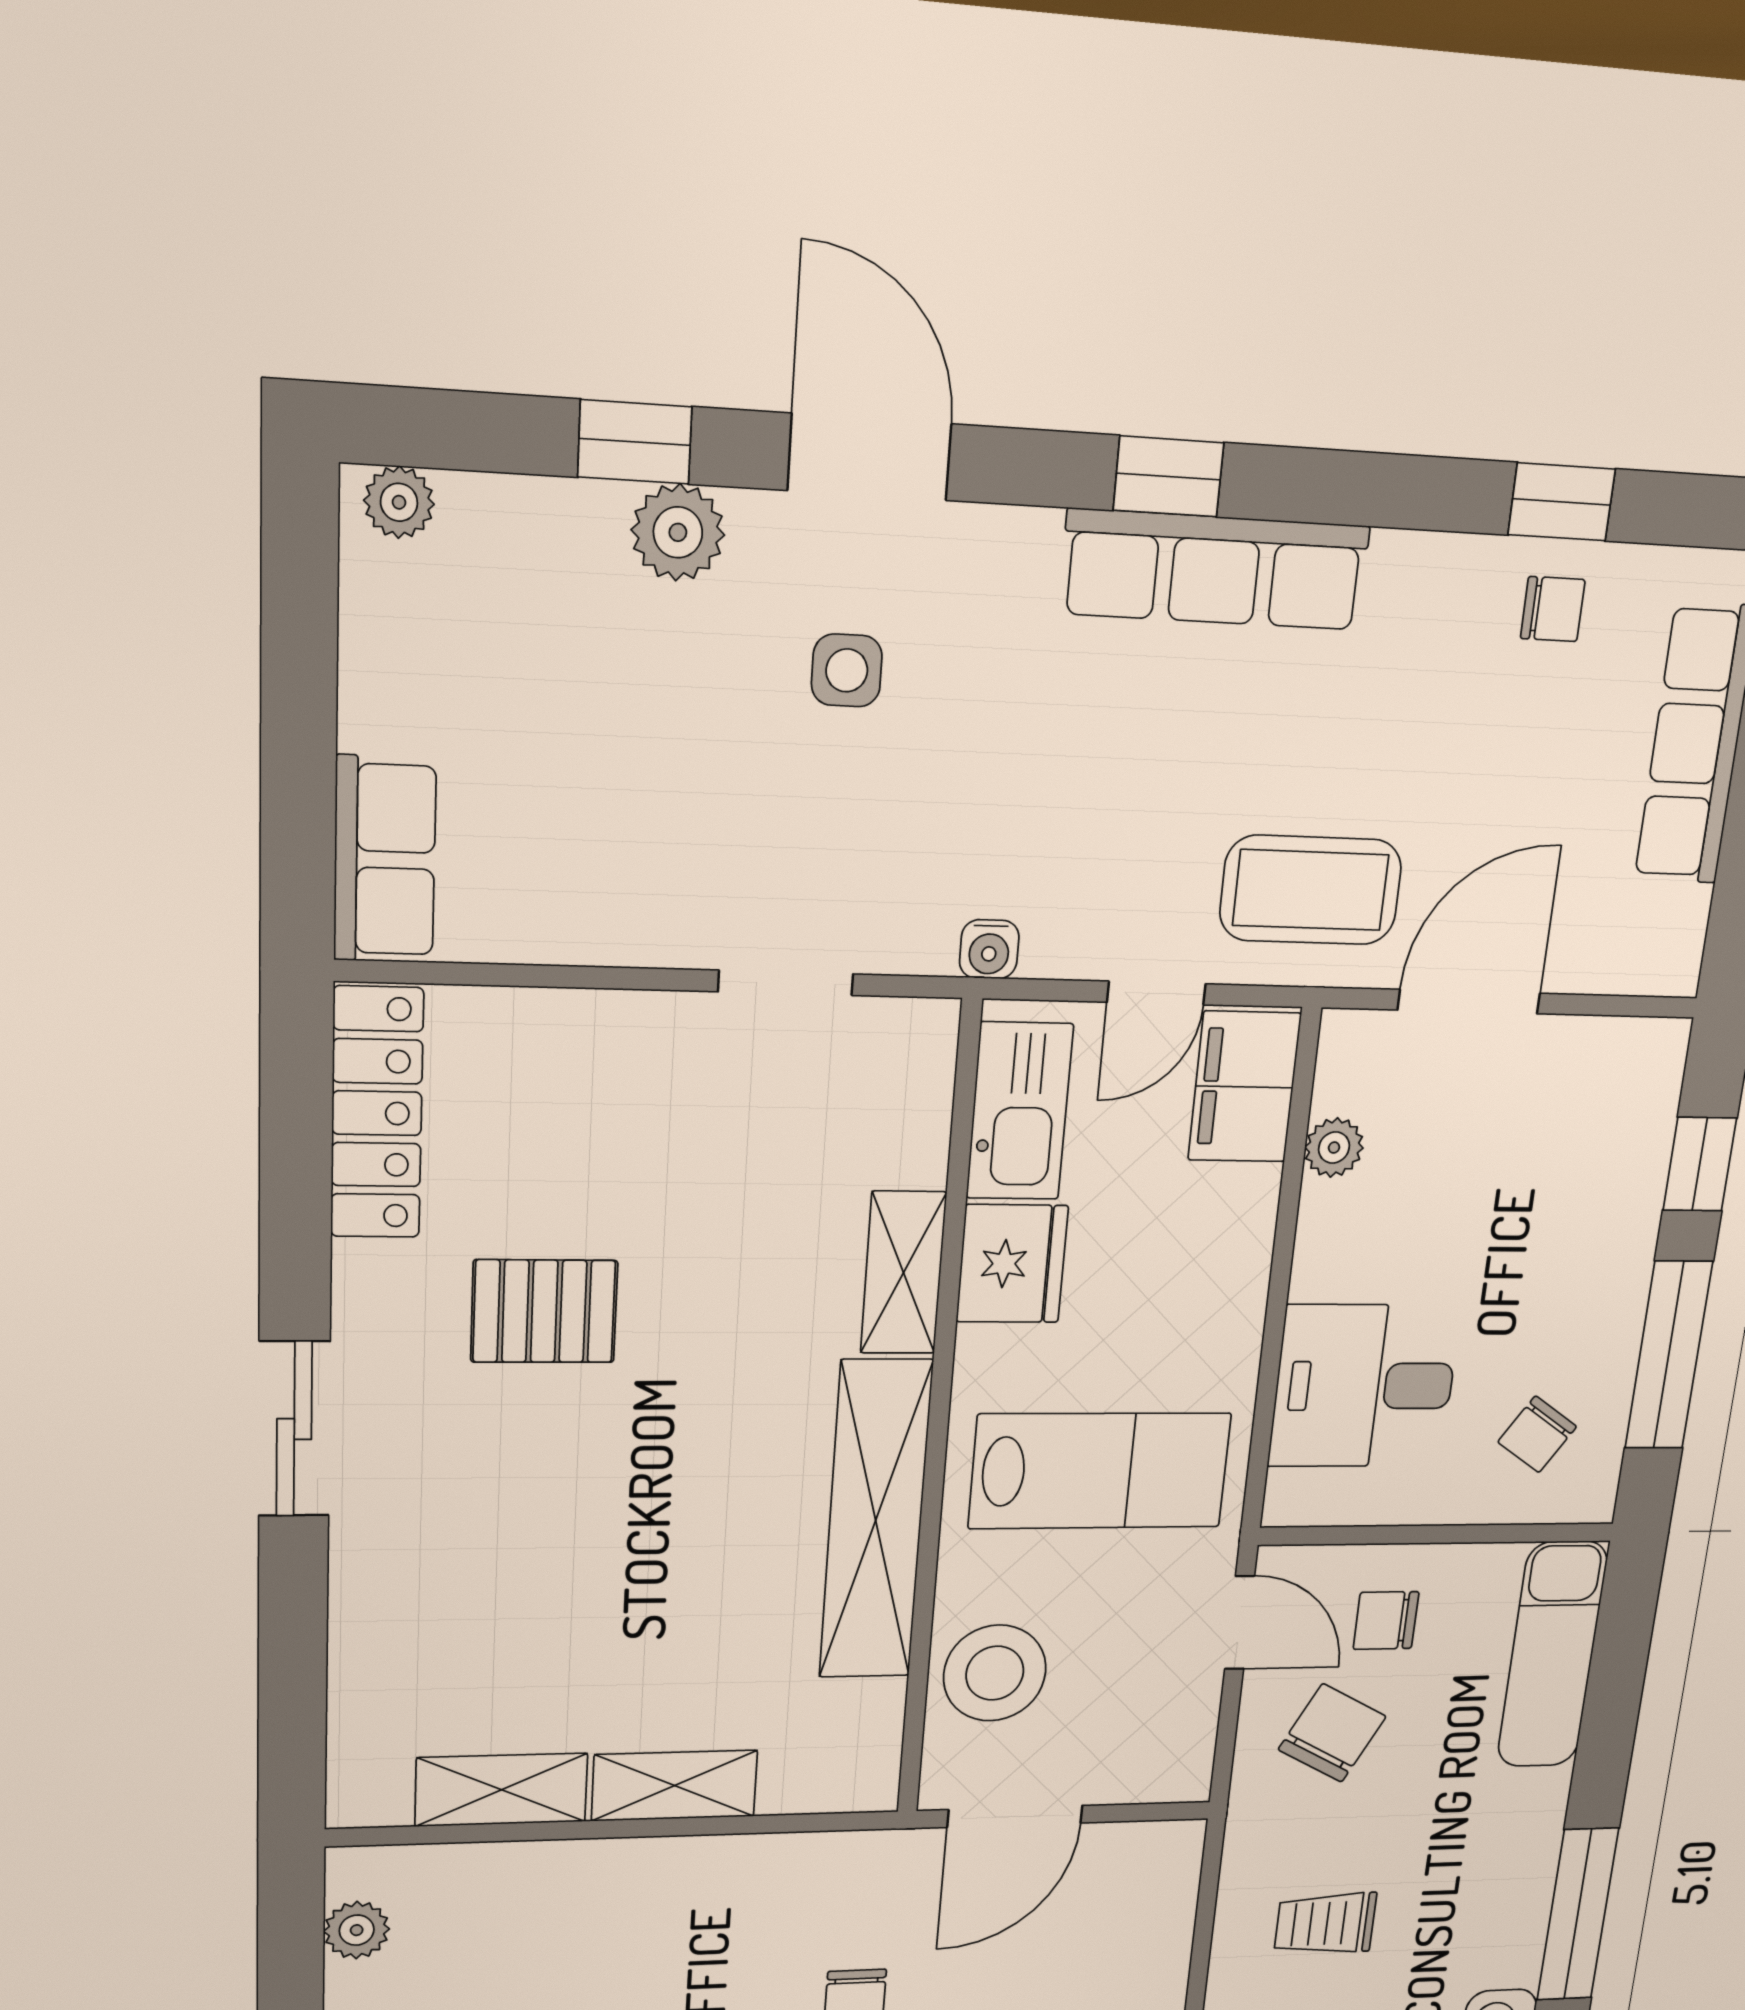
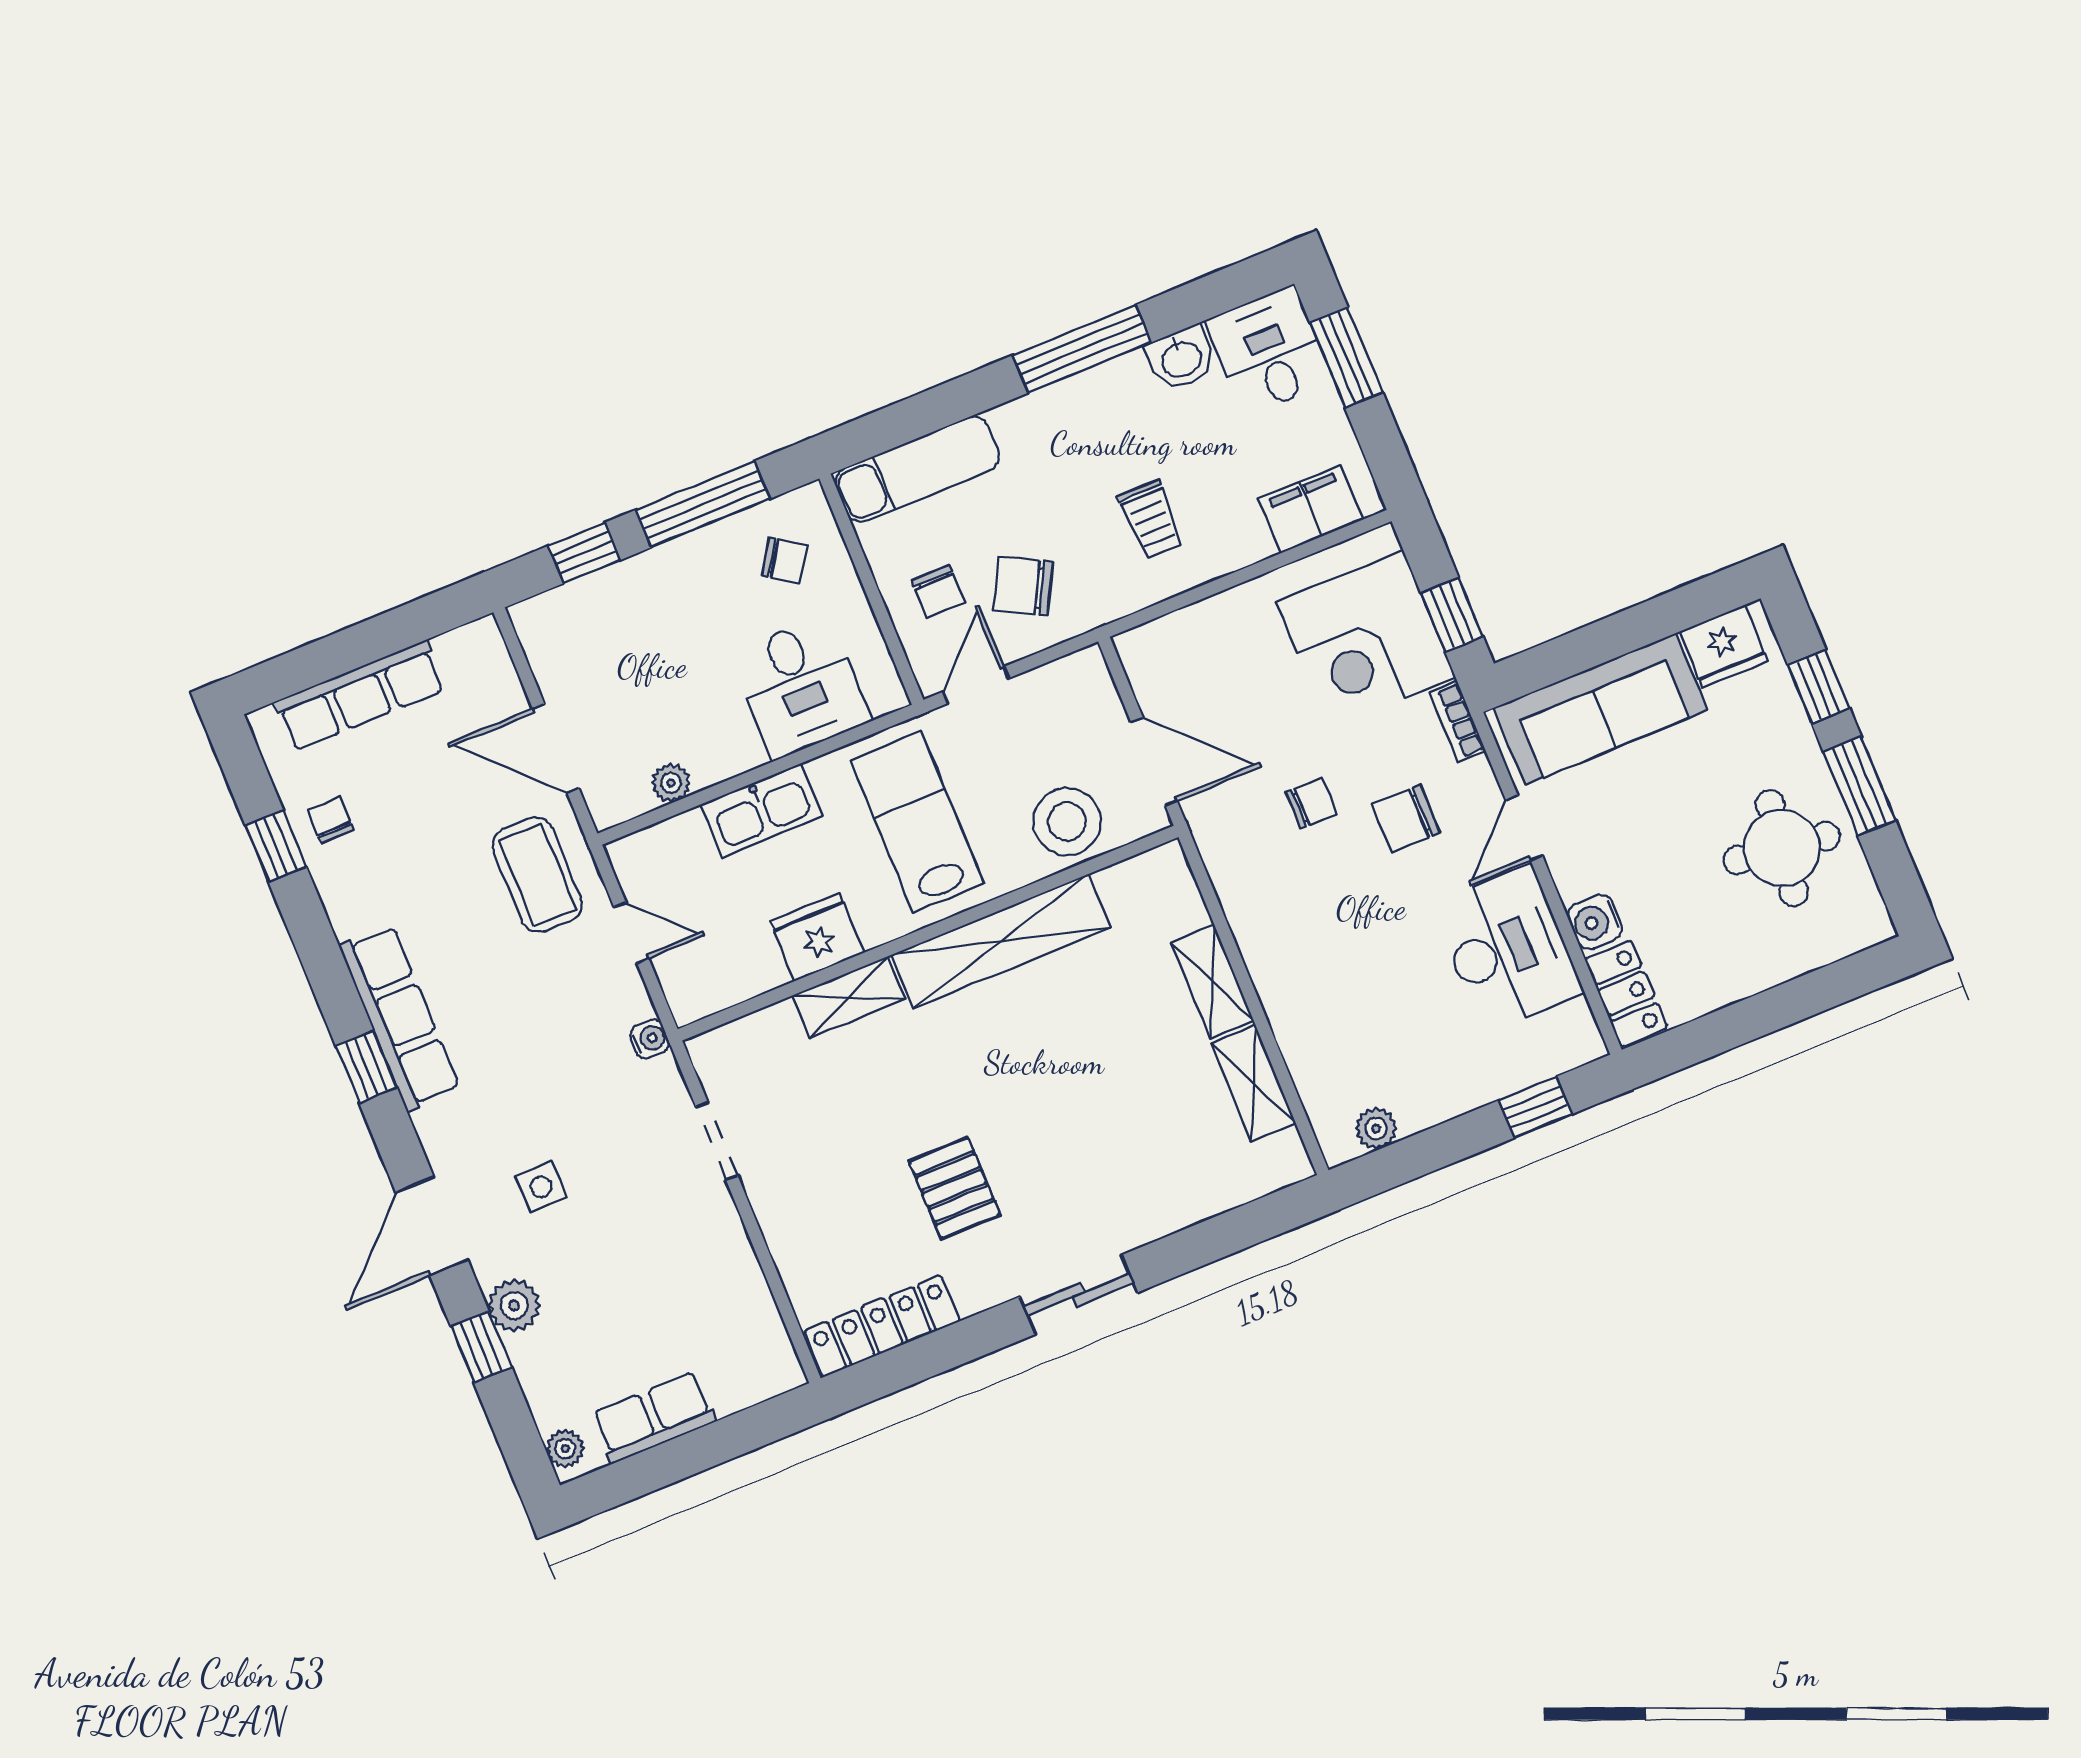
row of seats: (385, 860) -> (654, 1417), moved
filing cabinet: (1244, 1087) -> (660, 854), removed
kitchen sink: (1020, 1111) -> (762, 810), moved, turned 180

